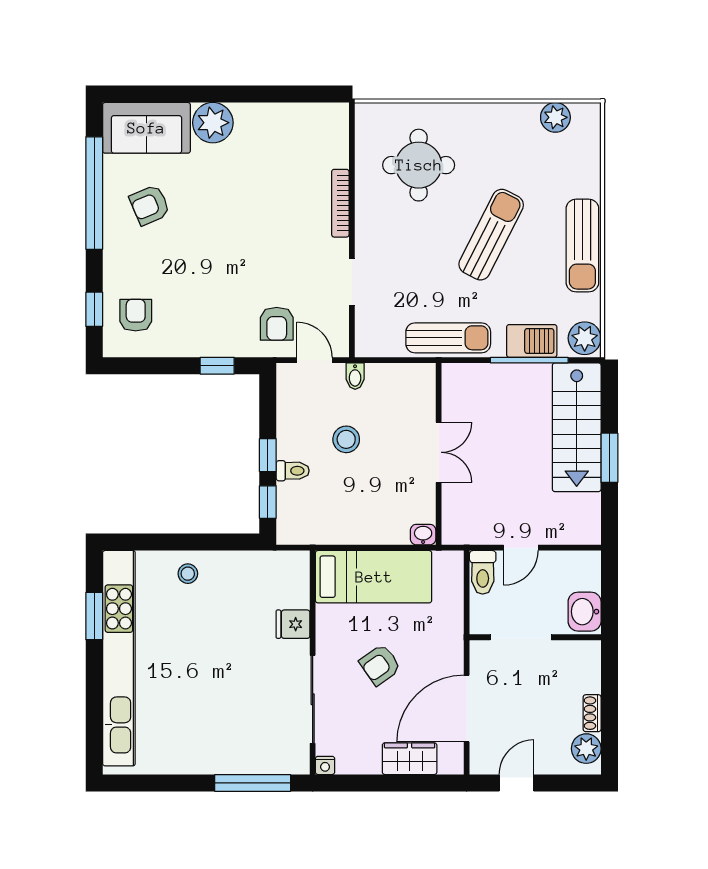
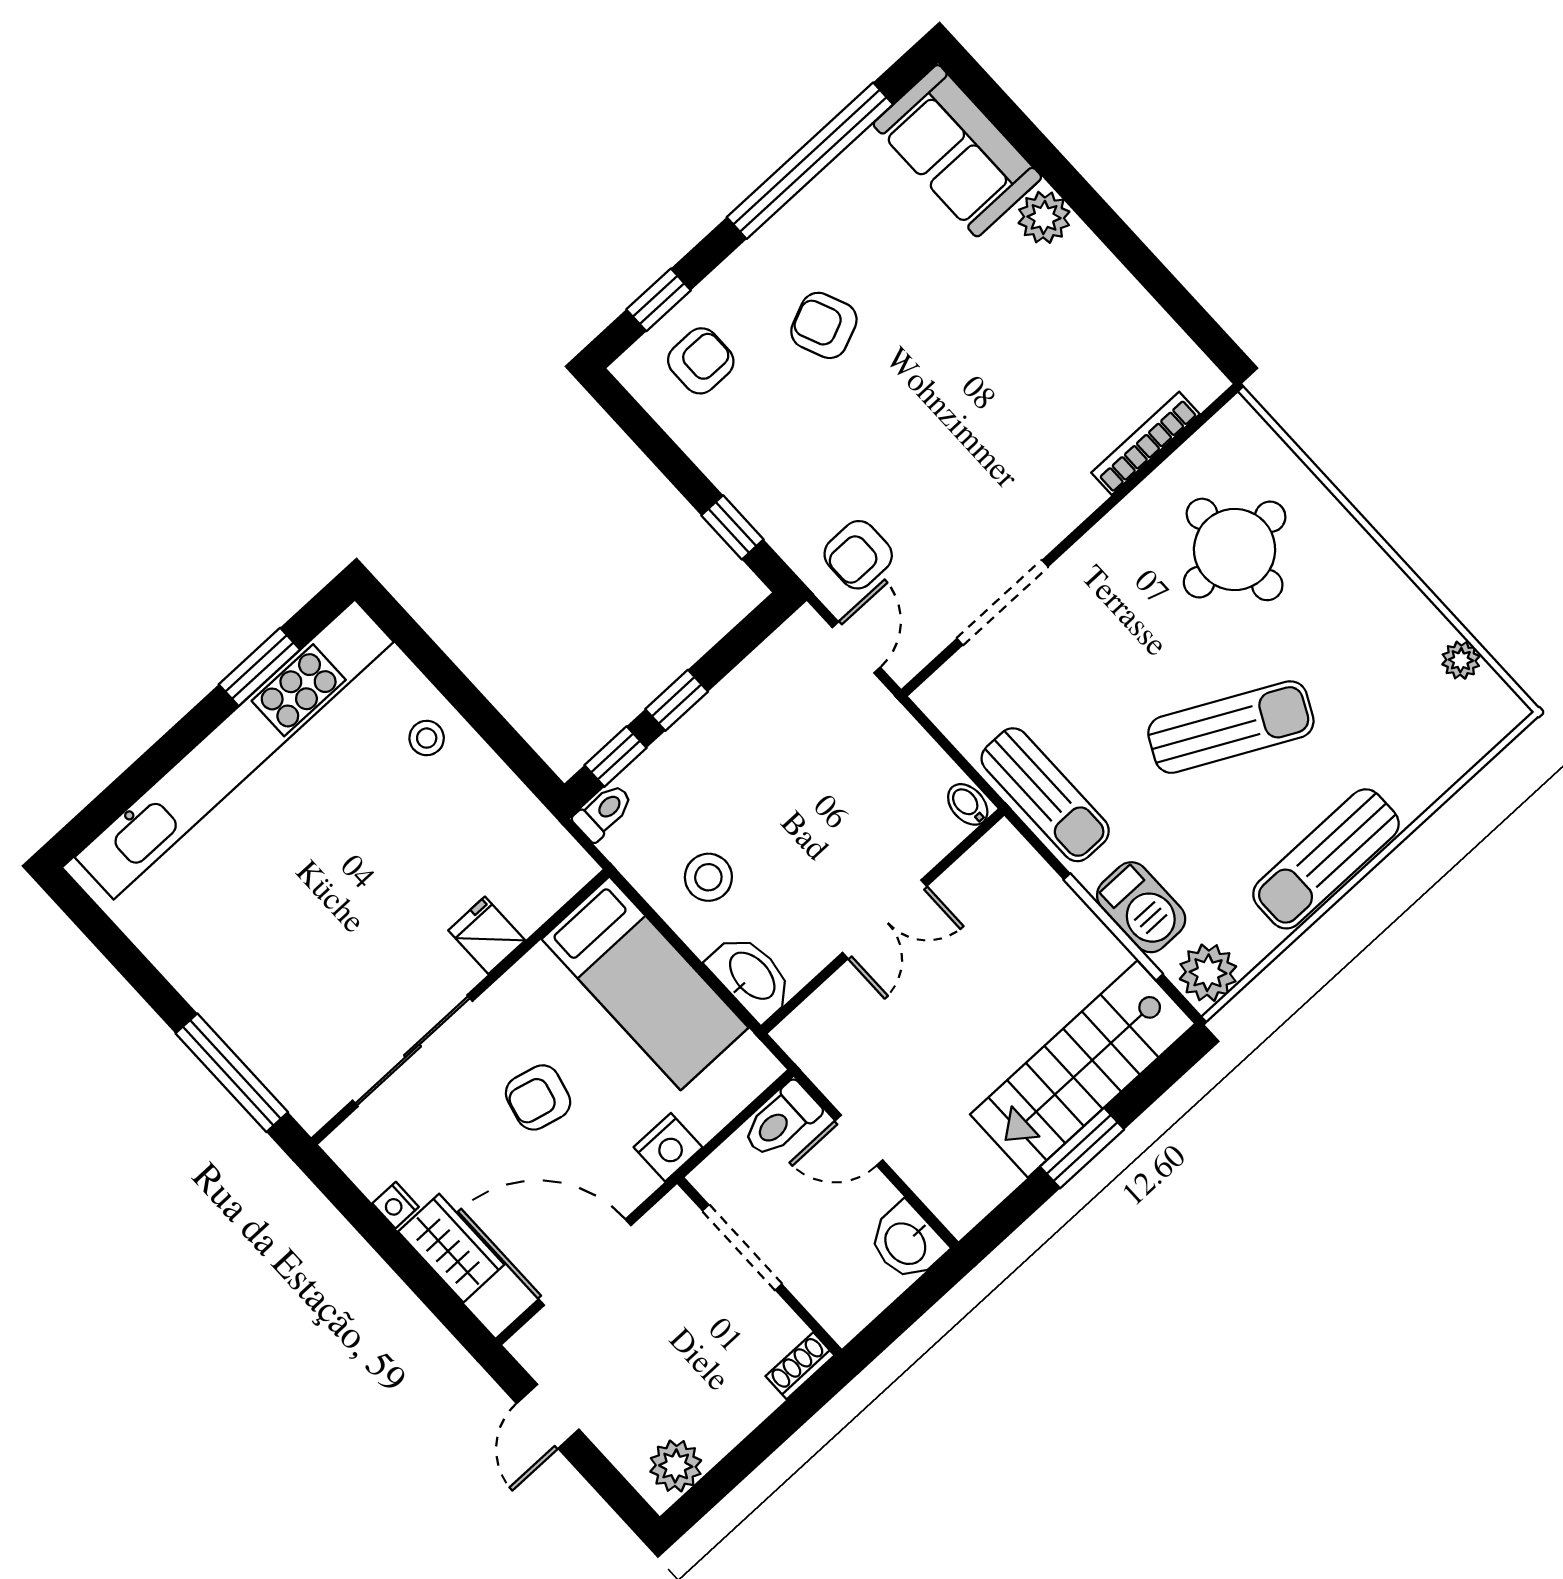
plant: (555, 117) -> (1461, 660), width x0.73, depth x0.73
plant: (213, 123) -> (1044, 217), width x0.73, depth x0.73
bookcase: (340, 203) -> (1145, 443), moved
armchair: (150, 205) -> (824, 325), moved
doorway: (352, 282) -> (1002, 603), width x1.38
bidet: (355, 376) -> (968, 804), moved, turned 90
stool: (346, 439) -> (708, 877), moved
toilet: (293, 471) -> (603, 812), moved, turned -90
washbasin: (423, 535) -> (751, 977), width x1.91, depth x1.45
washbasin: (585, 612) -> (907, 1243), moved, turned -90
nightstand: (451, 630) -> (668, 1147), added
armchair: (380, 665) -> (538, 1097), turned -41
shoe rack: (592, 713) -> (800, 1366), moved
nightstand: (325, 765) -> (396, 1205), moved
door: (517, 783) -> (548, 1416), swing flipped

